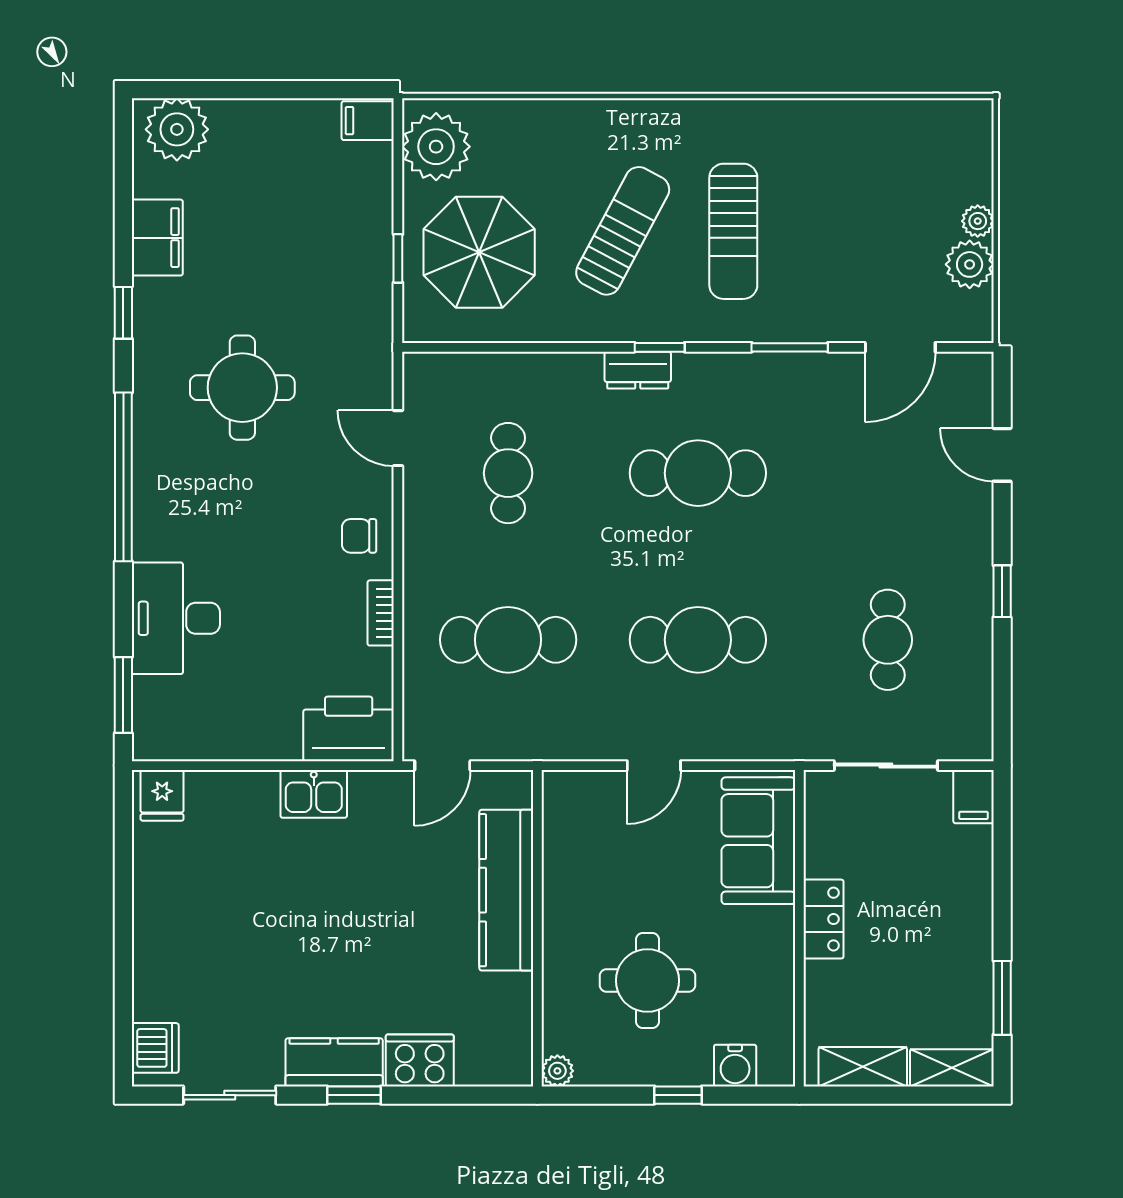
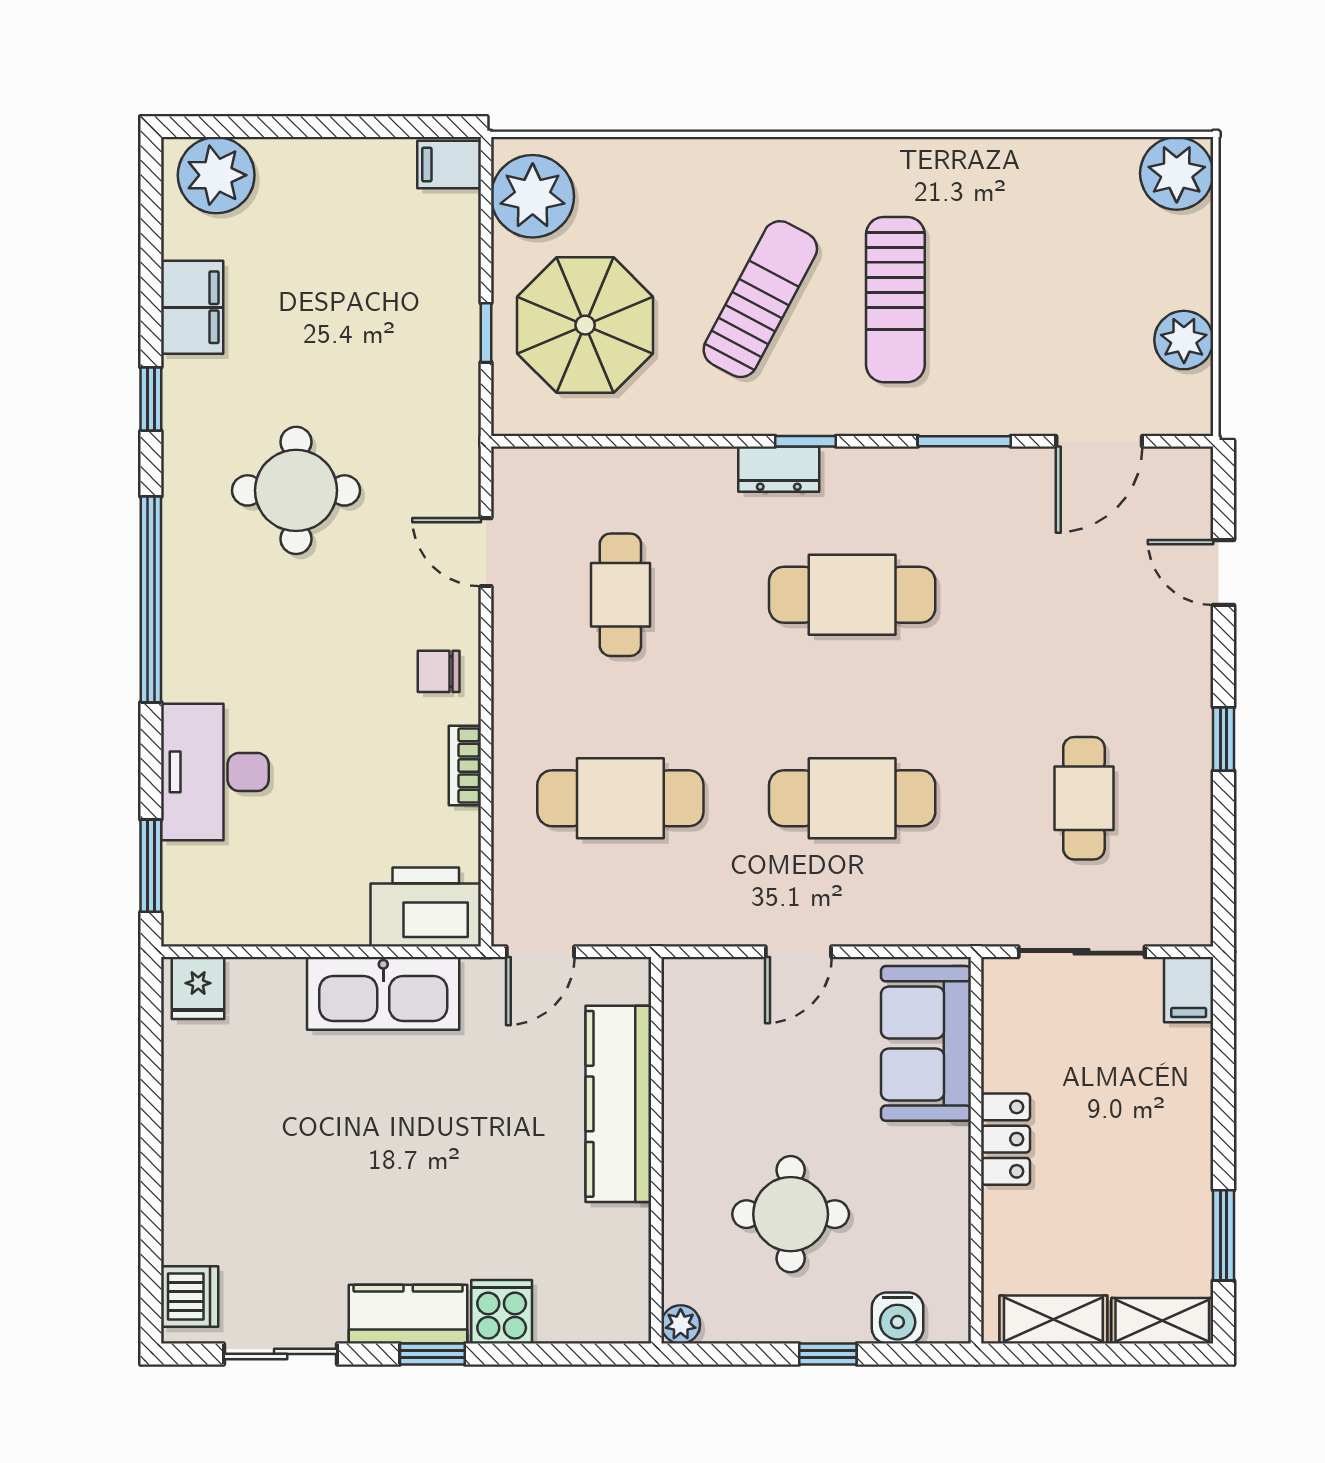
plant: (978, 221) -> (1177, 173), moved, width x1.88, depth x1.88
kitchen sink: (314, 794) -> (383, 993), width x1.88, depth x1.24
cooker: (420, 1060) -> (502, 1312), width x0.73

